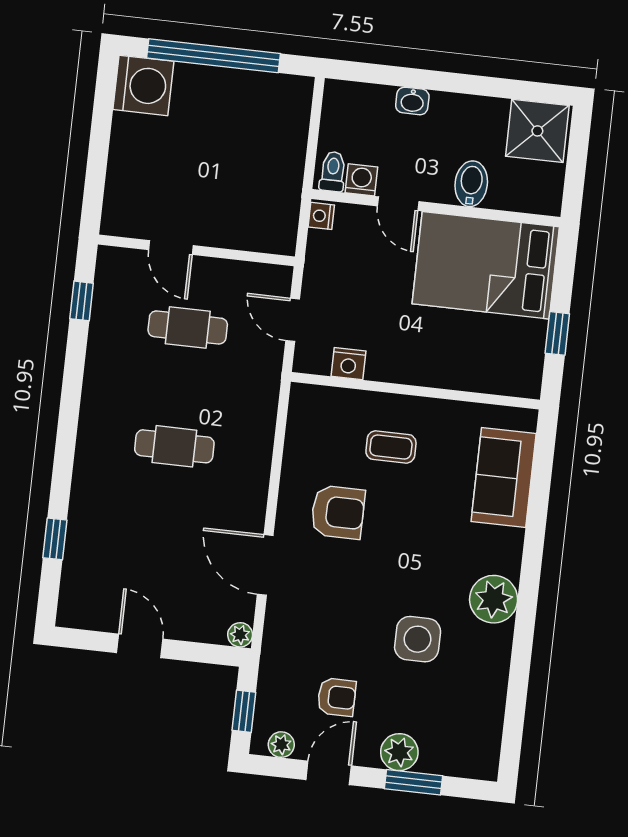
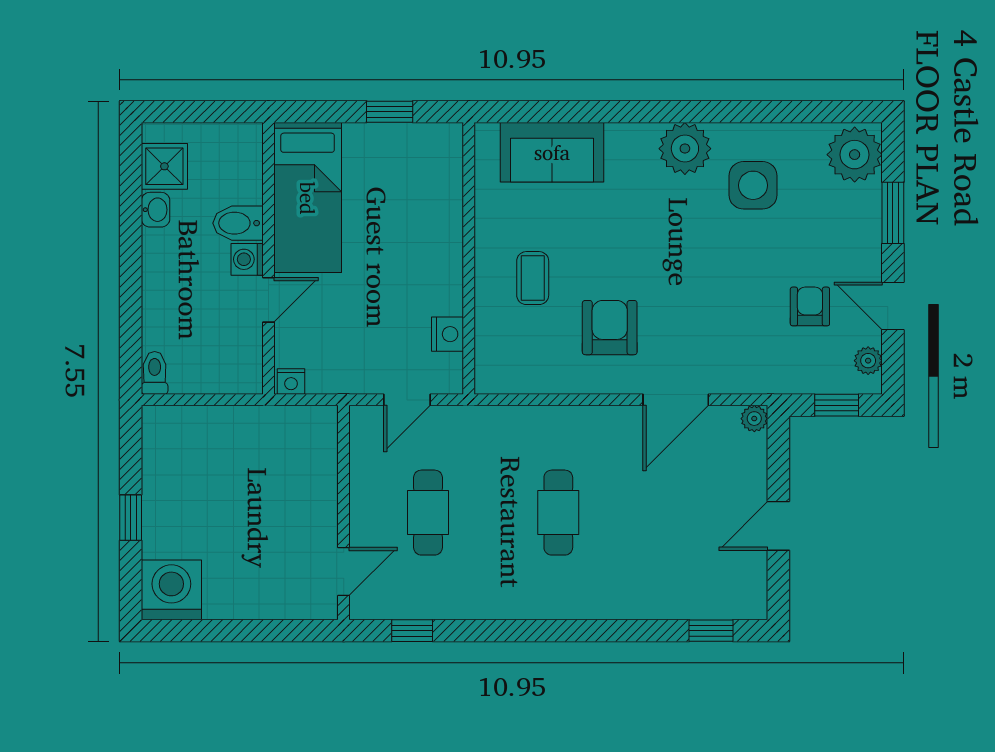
window: (213, 56) -> (131, 518), width x0.32
washbasin: (412, 101) -> (156, 210), moved
shower: (537, 131) -> (164, 166), width x0.73, depth x0.73
toilet: (333, 172) -> (155, 373), moved, turned 90
washing machine: (361, 180) -> (247, 259), moved
door: (171, 248) -> (344, 571), moved
bed: (486, 265) -> (308, 198), width x0.67
window: (55, 539) -> (711, 631), moved
side table: (418, 639) -> (753, 185), moved
plant: (399, 752) -> (855, 155), moved, width x1.36, depth x1.36

